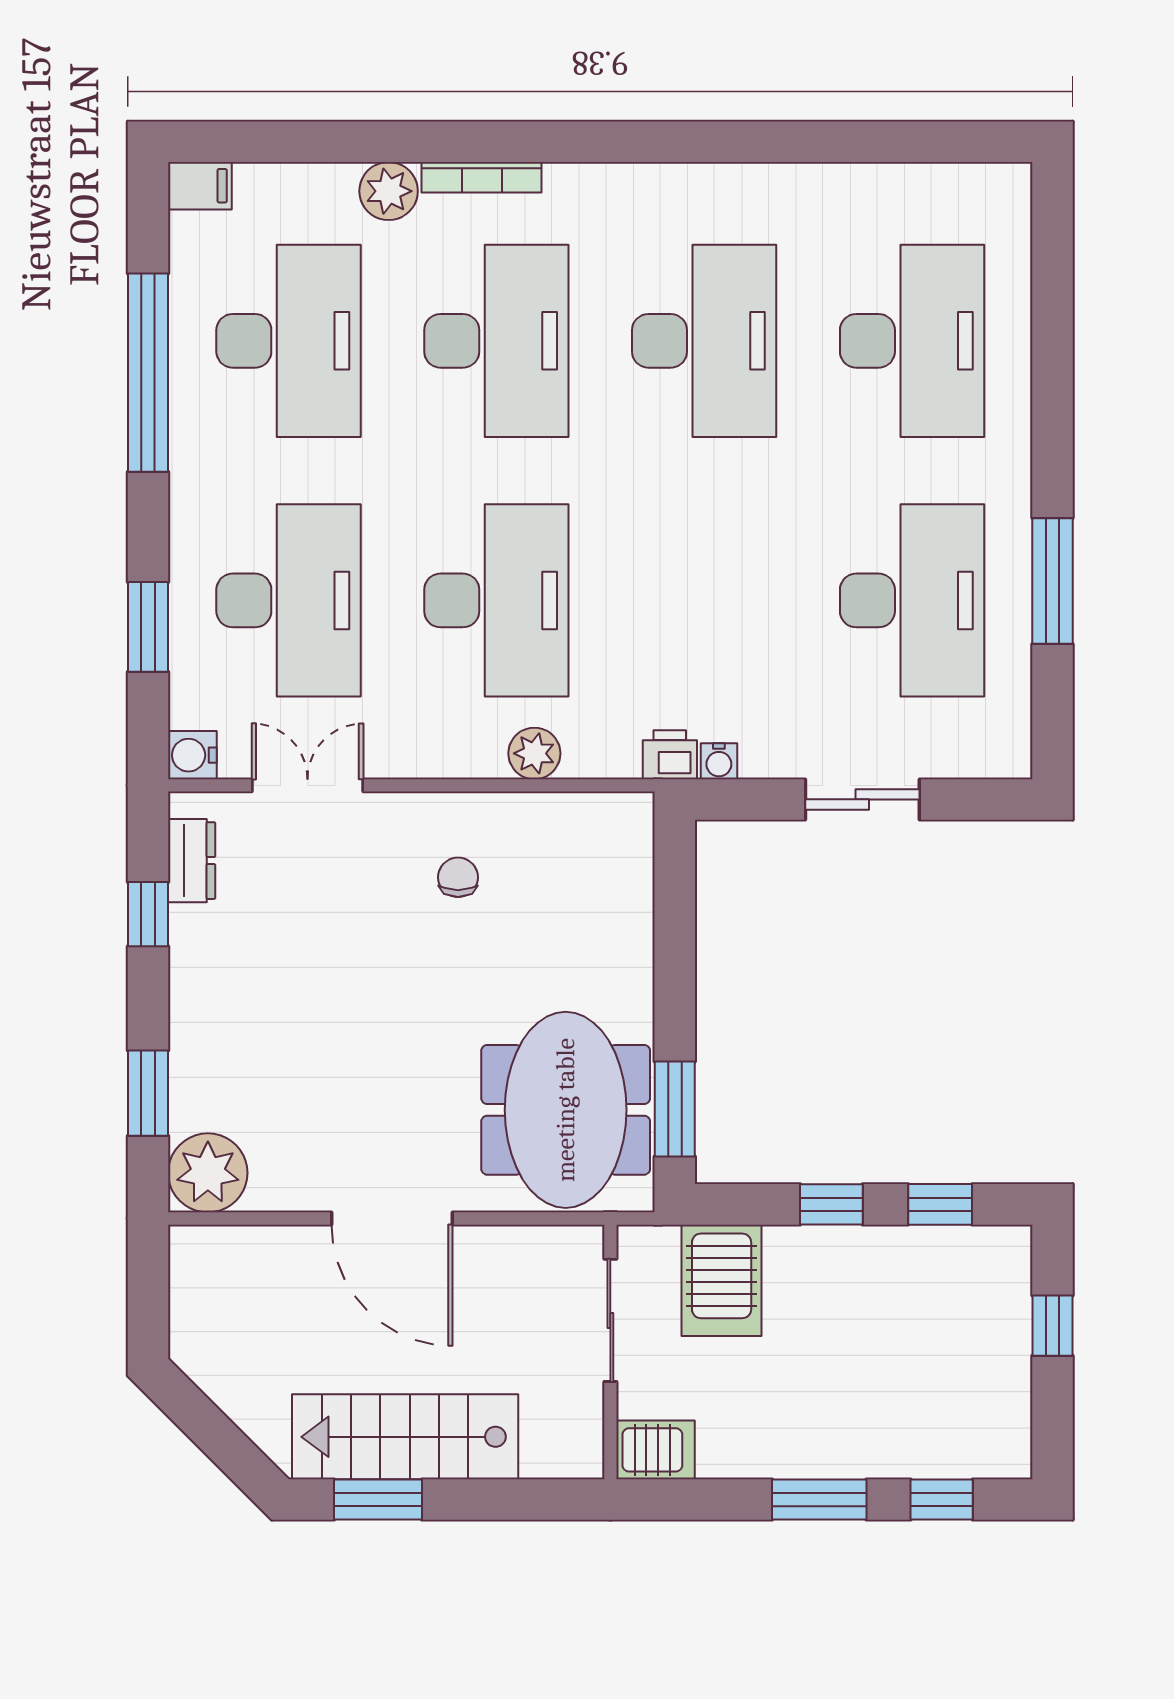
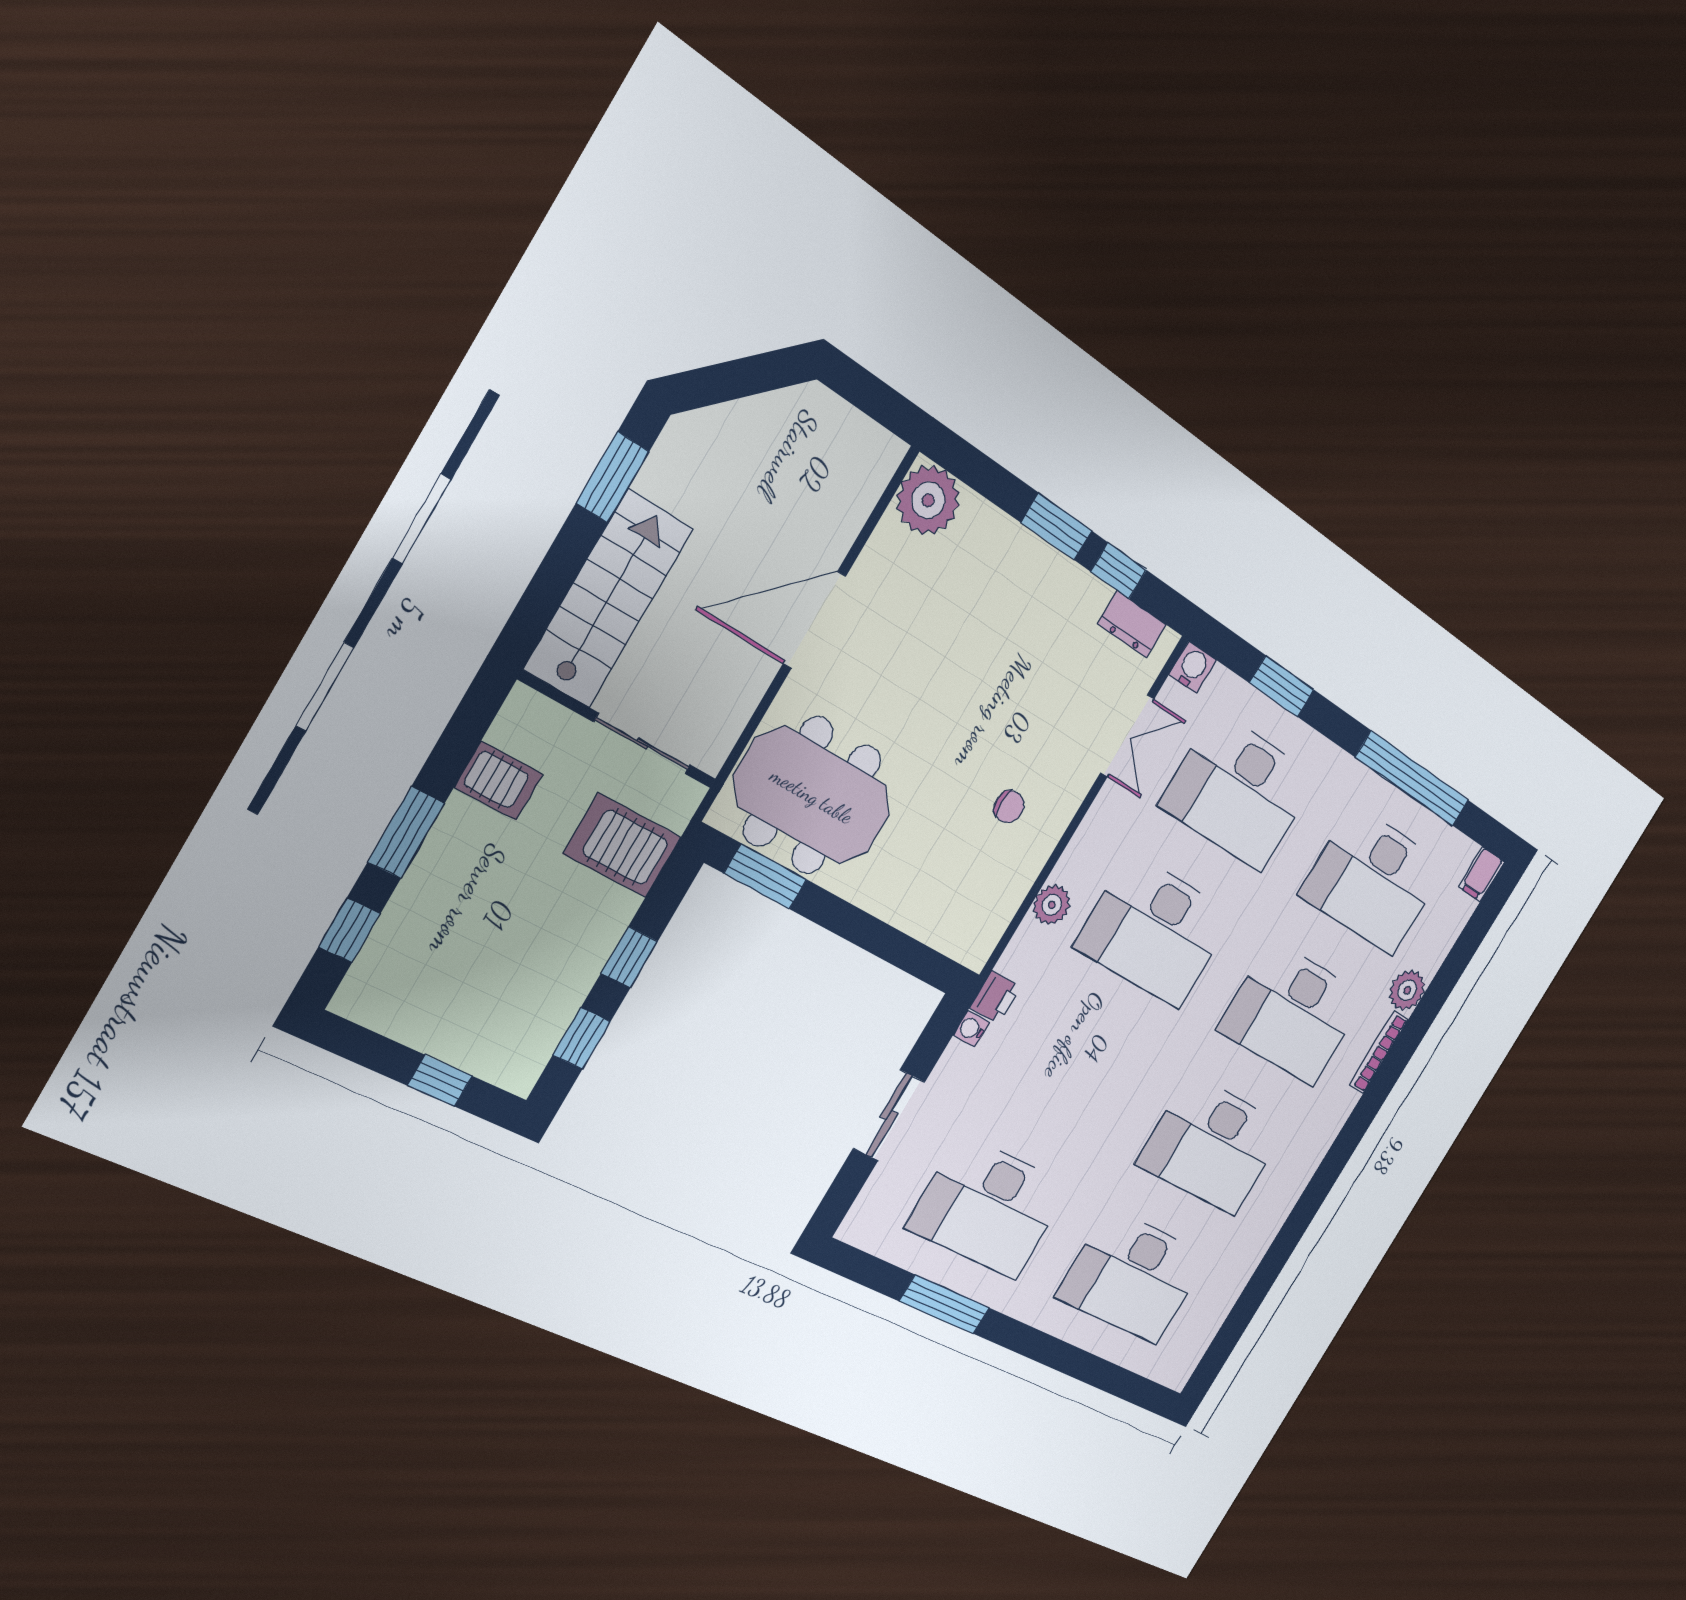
window: (148, 1093) -> (1056, 527), moved
stairs: (405, 1437) -> (608, 599), moved
server rack: (655, 1450) -> (499, 781), moved, turned -90

